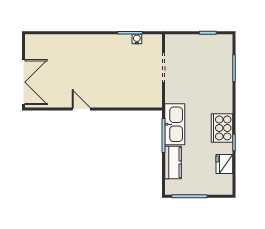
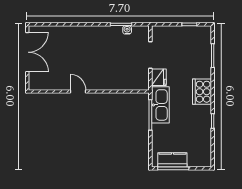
double door: (24, 82) -> (27, 52), moved
cooker: (222, 128) -> (202, 92), moved
kitchen counter: (173, 163) -> (172, 160), moved, turned -90
fridge: (224, 164) -> (159, 77), moved, turned 180

